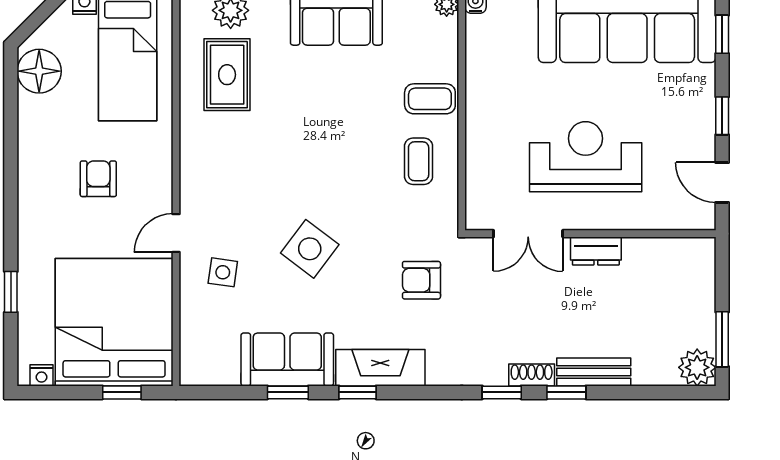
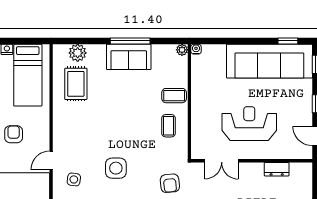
side table: (310, 249) -> (116, 168), turned -37
dresser: (596, 251) -> (277, 169), moved
armchair: (421, 280) -> (170, 183), turned -96

